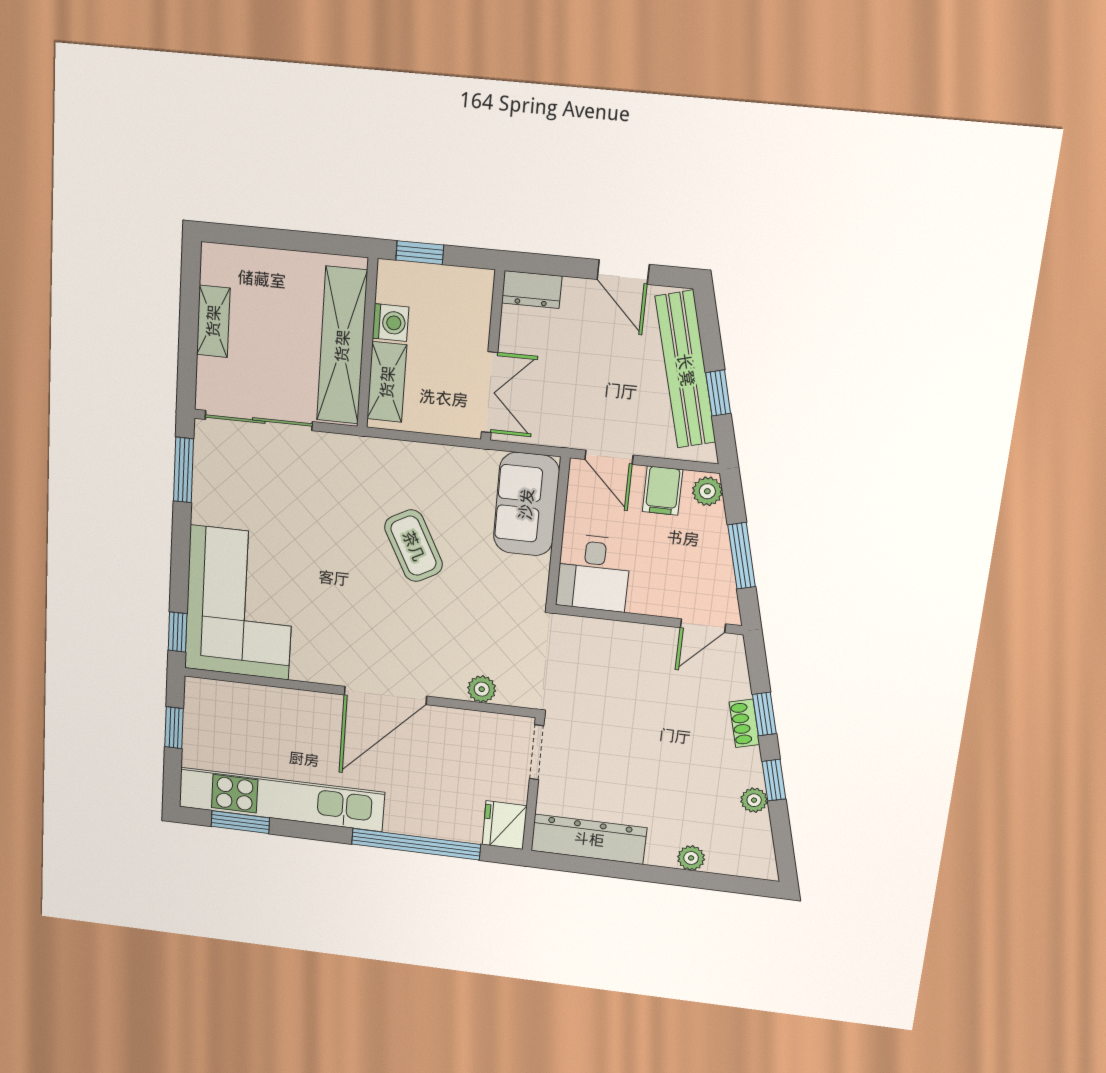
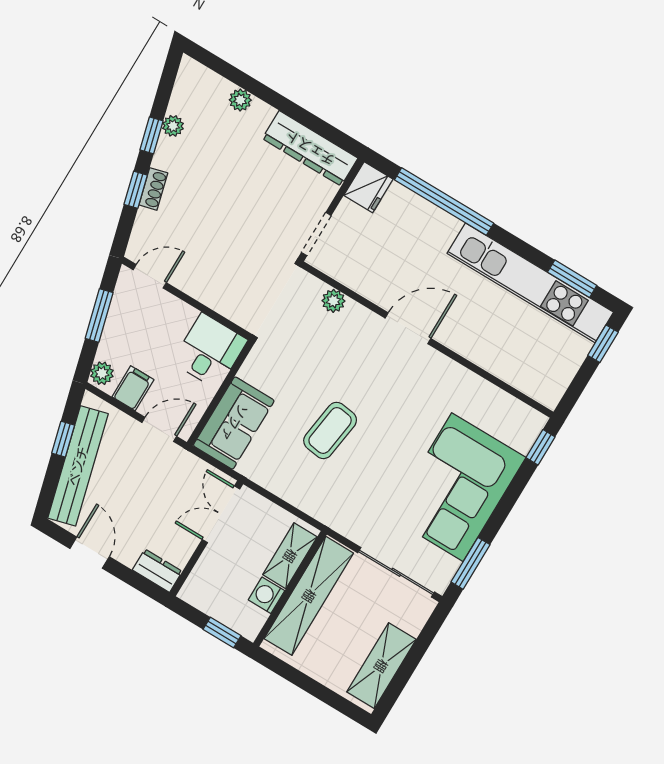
shelving: (213, 321) -> (381, 666), width x1.50, depth x1.33
door: (609, 457) -> (159, 429), hinge flipped
coffee table: (414, 546) -> (330, 430), turned 36
corner sofa: (240, 603) -> (457, 487), moved
door: (385, 696) -> (408, 328), width x0.73
window: (174, 728) -> (603, 344), moved

